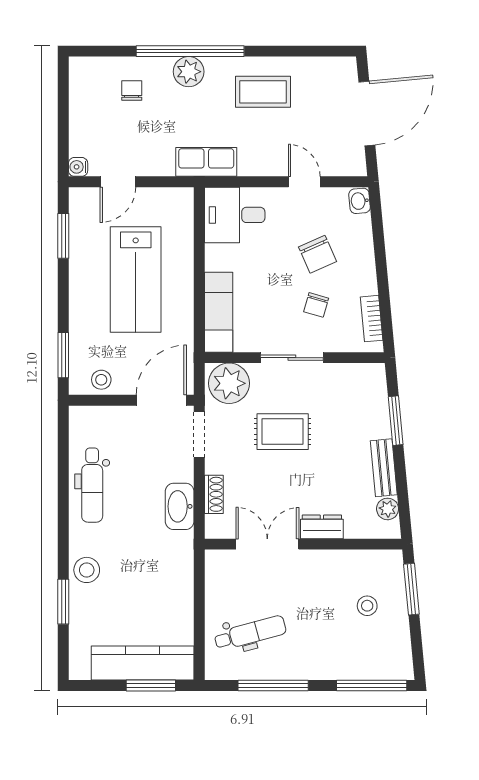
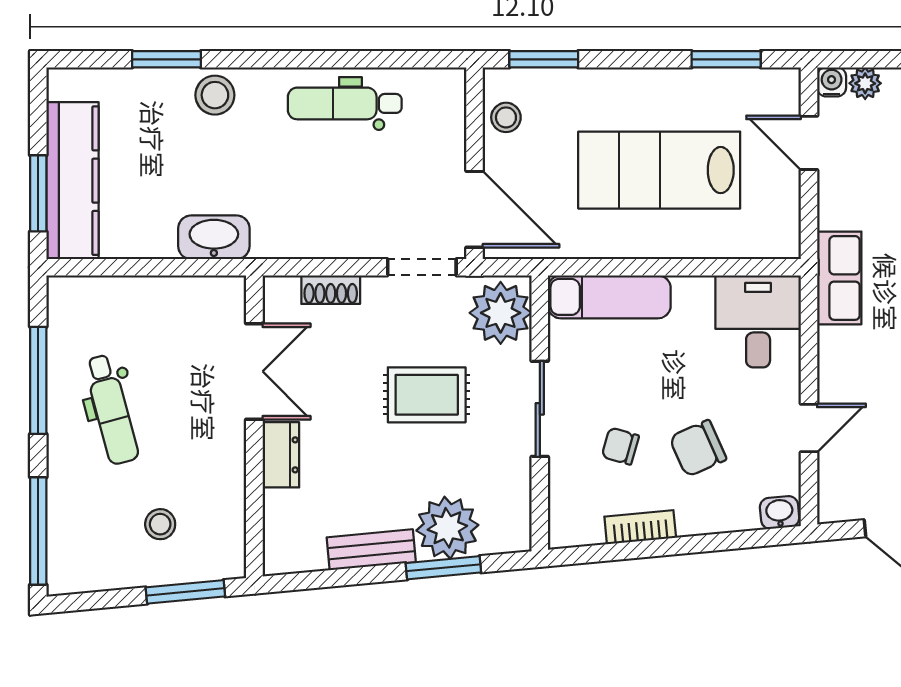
plant: (79, 145) -> (865, 83), added
bookcase: (372, 319) -> (640, 527), moved
rug: (283, 432) -> (427, 395), turned 90
washbasin: (180, 506) -> (214, 237), moved
plant: (388, 509) -> (447, 528), moved, width x1.88, depth x1.88
dental chair: (250, 633) -> (111, 409), moved

